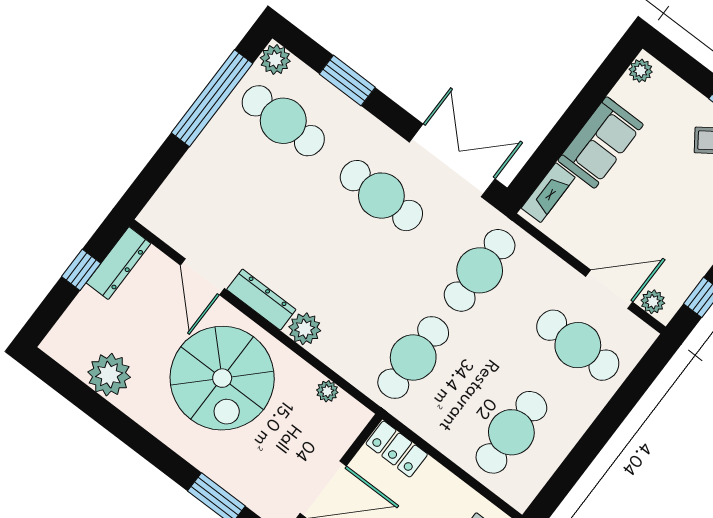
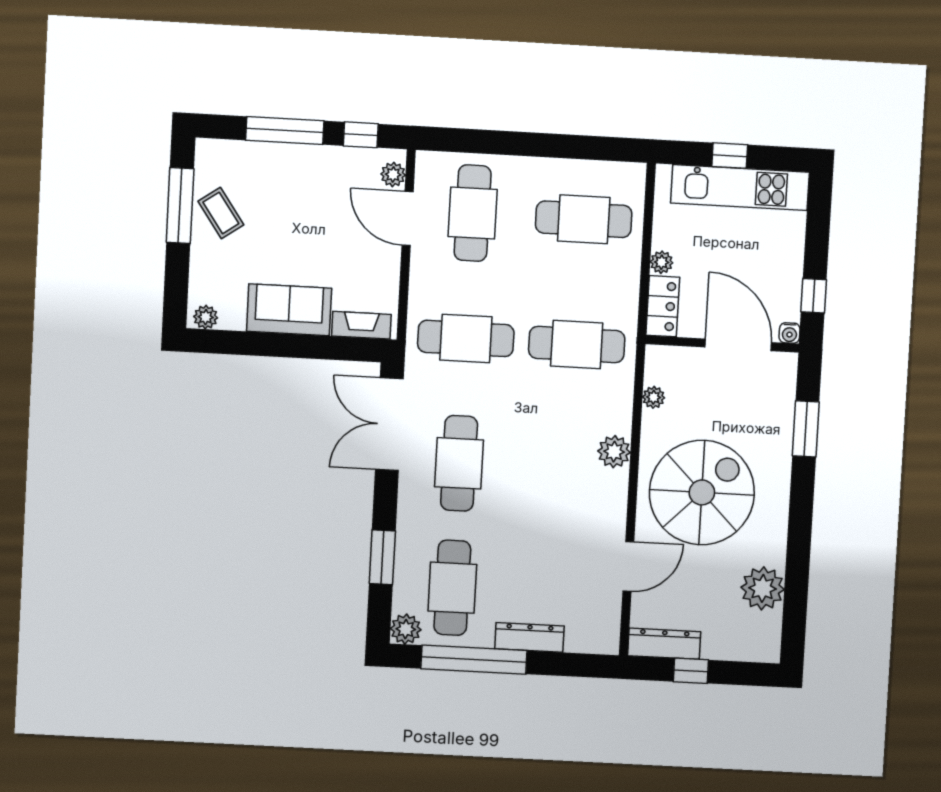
dresser: (261, 300) -> (529, 637), moved, turned 90
plant: (433, 472) -> (662, 262), added

